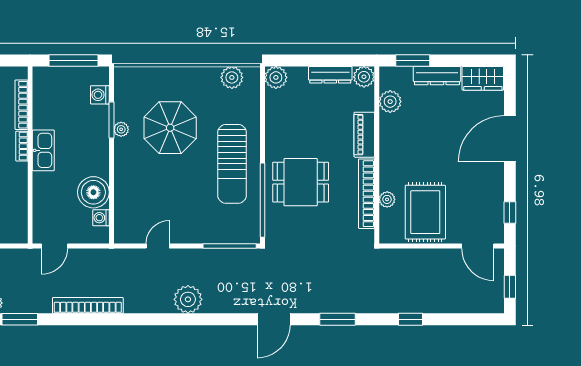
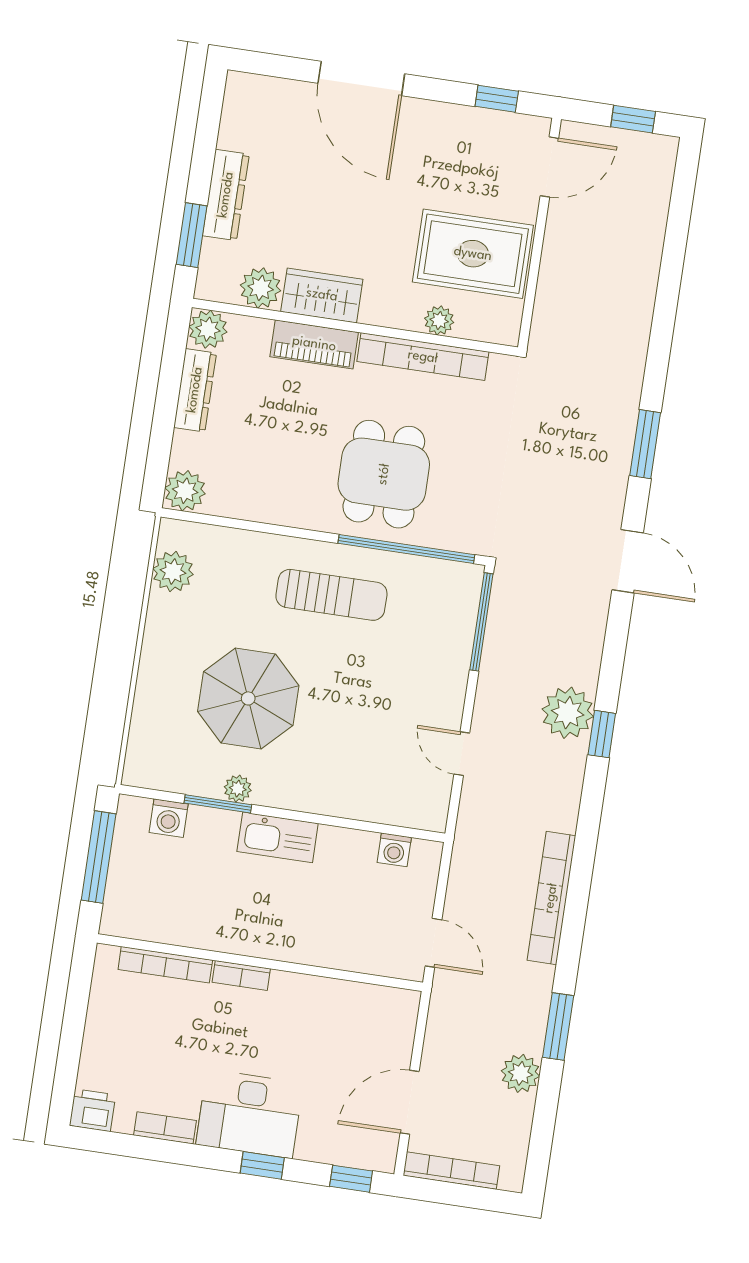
wardrobe: (483, 78) -> (322, 295), moved, turned -90
kitchen sink: (43, 150) -> (278, 837), moved, turned 180
sun lounger: (232, 164) -> (331, 595), width x0.73, depth x0.75
boiler: (93, 192) -> (346, 857), removed
window: (411, 319) -> (602, 734), moved

